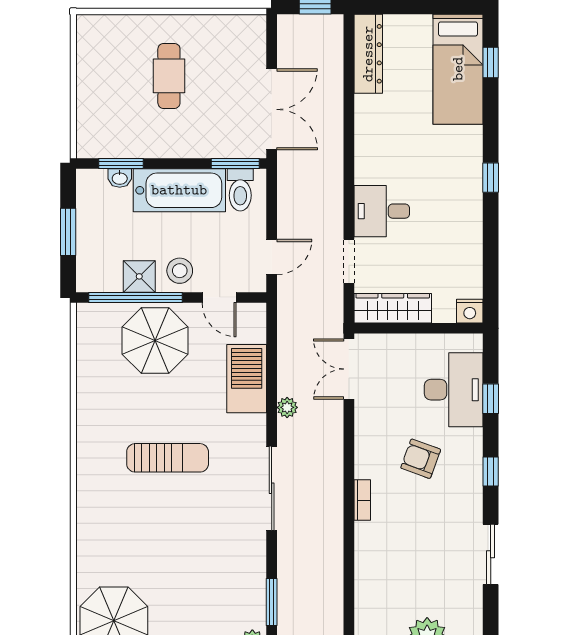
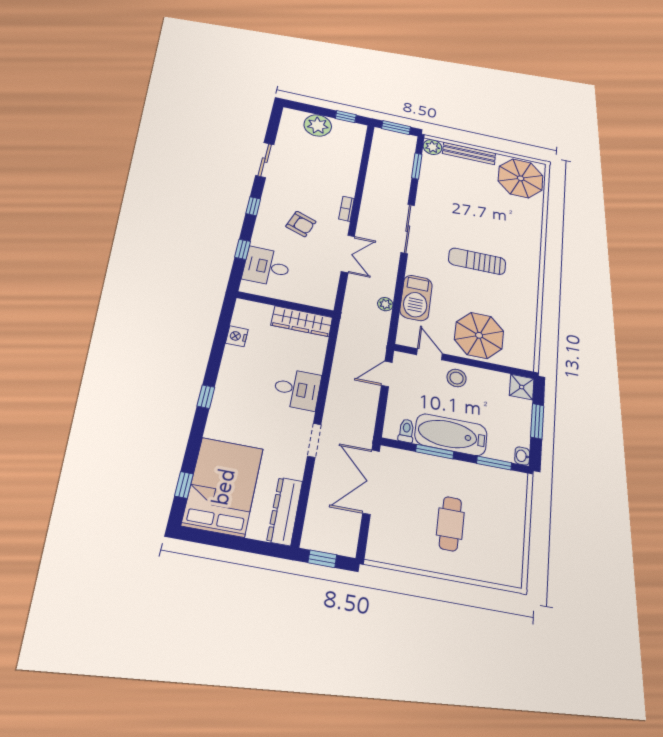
bed: (458, 69) -> (223, 487), width x1.50
window: (235, 163) -> (435, 452), moved
washbasin: (120, 178) -> (522, 456), moved, turned -90
toilet: (240, 190) -> (406, 431), width x0.73, depth x0.72
doorway: (349, 261) -> (314, 440), moved
shower: (139, 276) -> (522, 387), moved
window: (135, 297) -> (491, 367), removed
nightstand: (470, 311) -> (237, 336), moved, turned -90
double door: (349, 369) -> (348, 254), moved
desk: (454, 390) -> (267, 267), width x0.73
plant: (287, 407) -> (385, 304), moved

